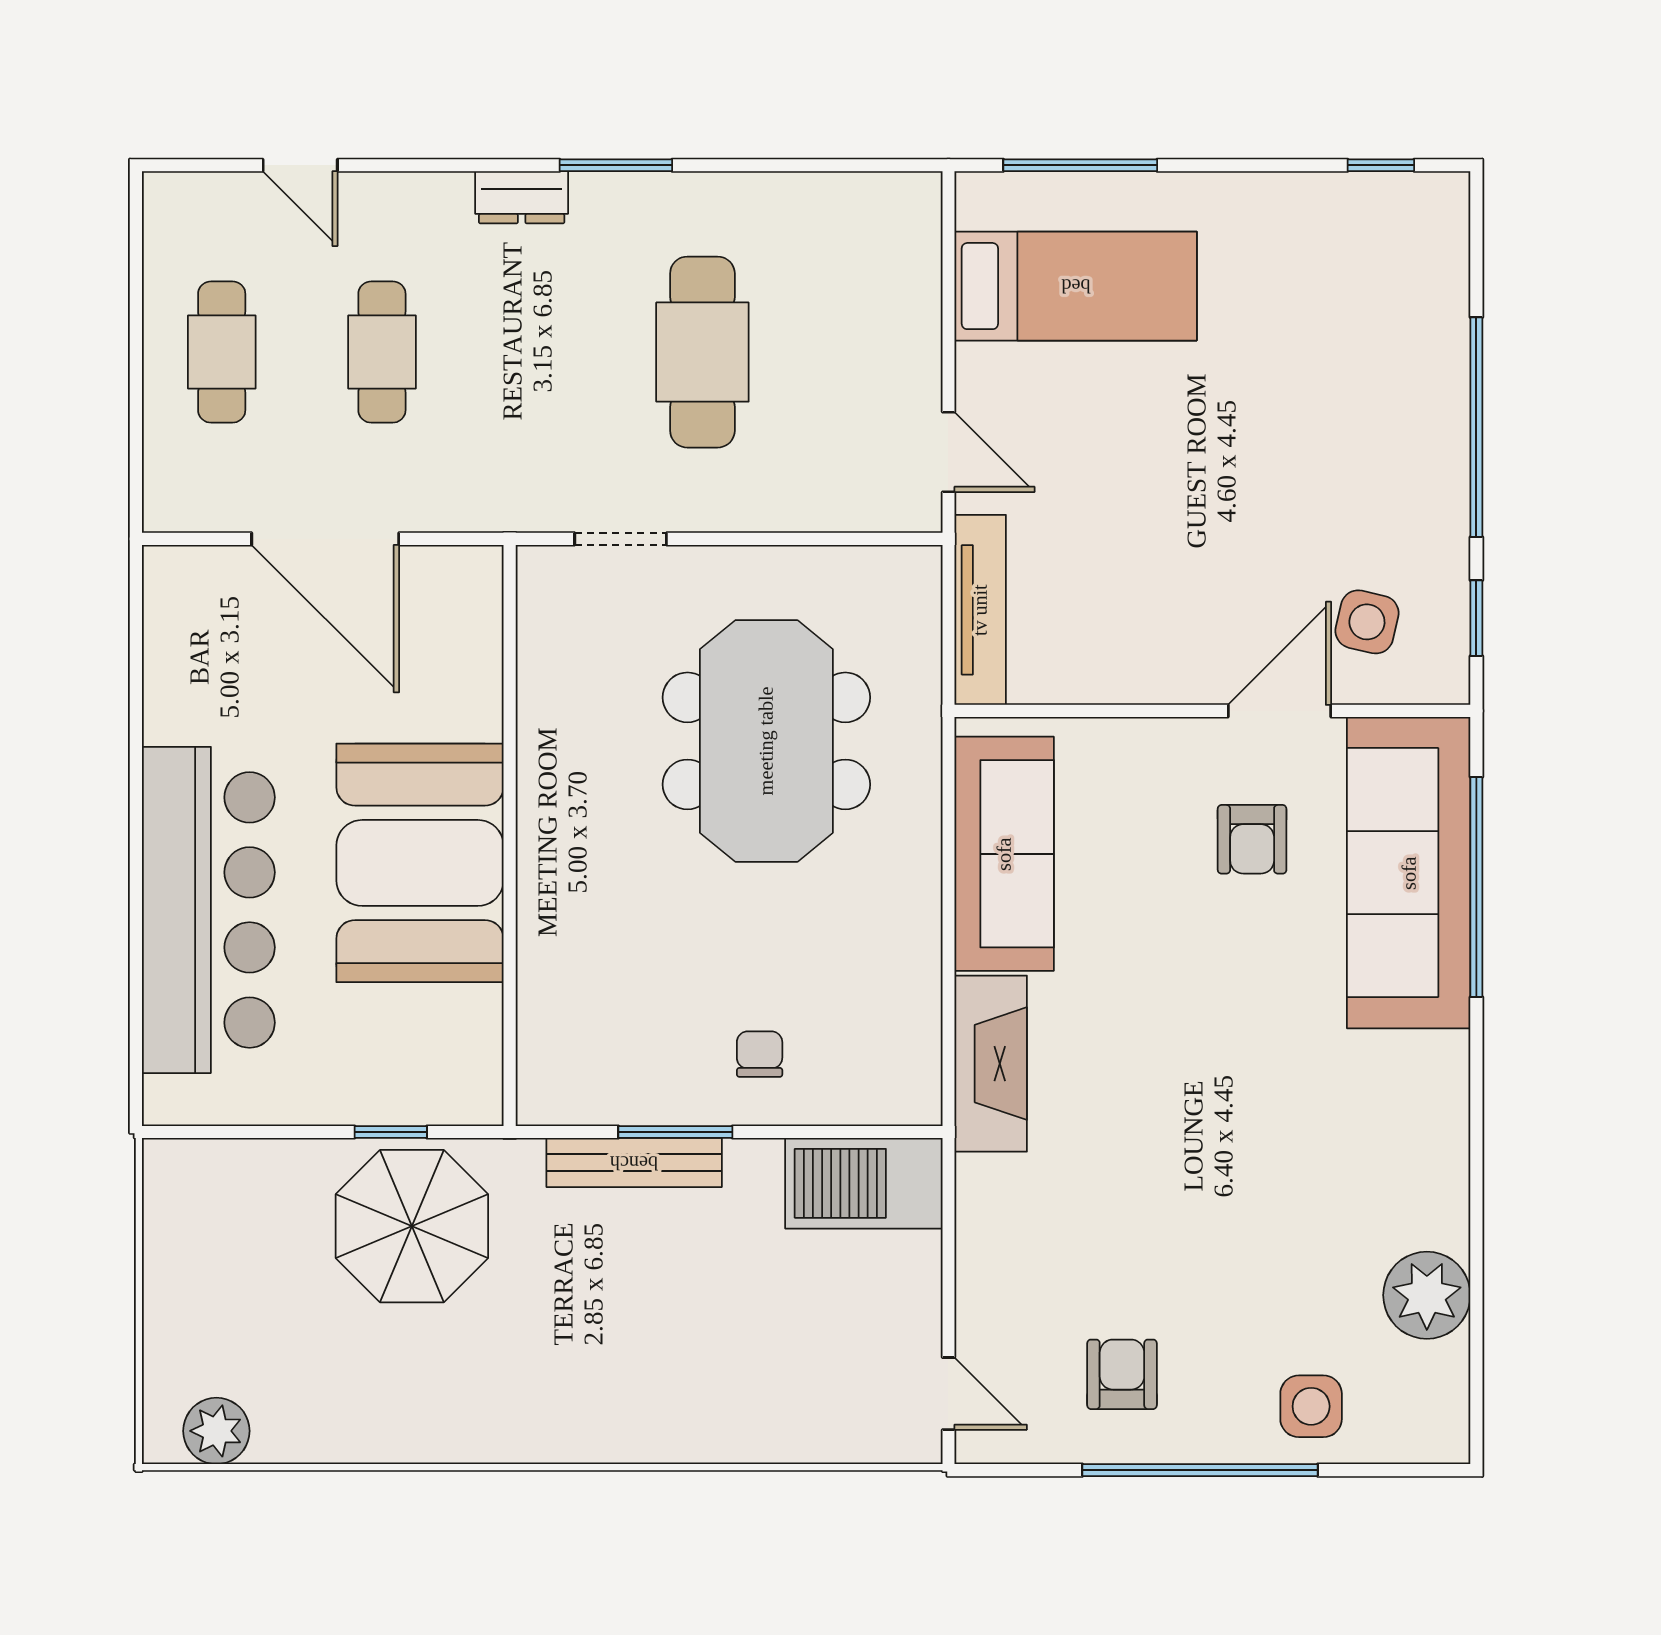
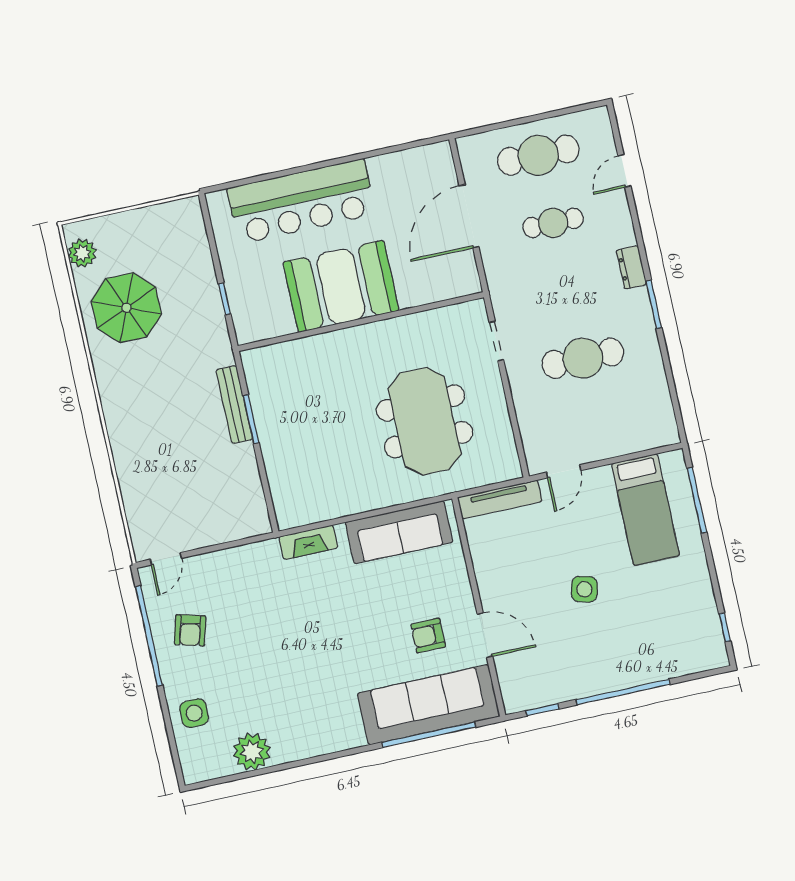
cafe table: (222, 352) -> (538, 155), width x1.37, depth x1.35
side table: (1367, 622) -> (584, 589), moved
meeting table: (766, 741) -> (425, 421), turned 90
chair: (760, 1054) -> (292, 448), removed
fireplace: (991, 1064) -> (308, 542), width x0.73, depth x0.76
barbecue: (864, 1183) -> (247, 504), removed
parasol: (412, 1226) -> (126, 308), moved
armchair: (1122, 1374) -> (190, 630), turned 105
window: (1200, 1470) -> (149, 636), moved

